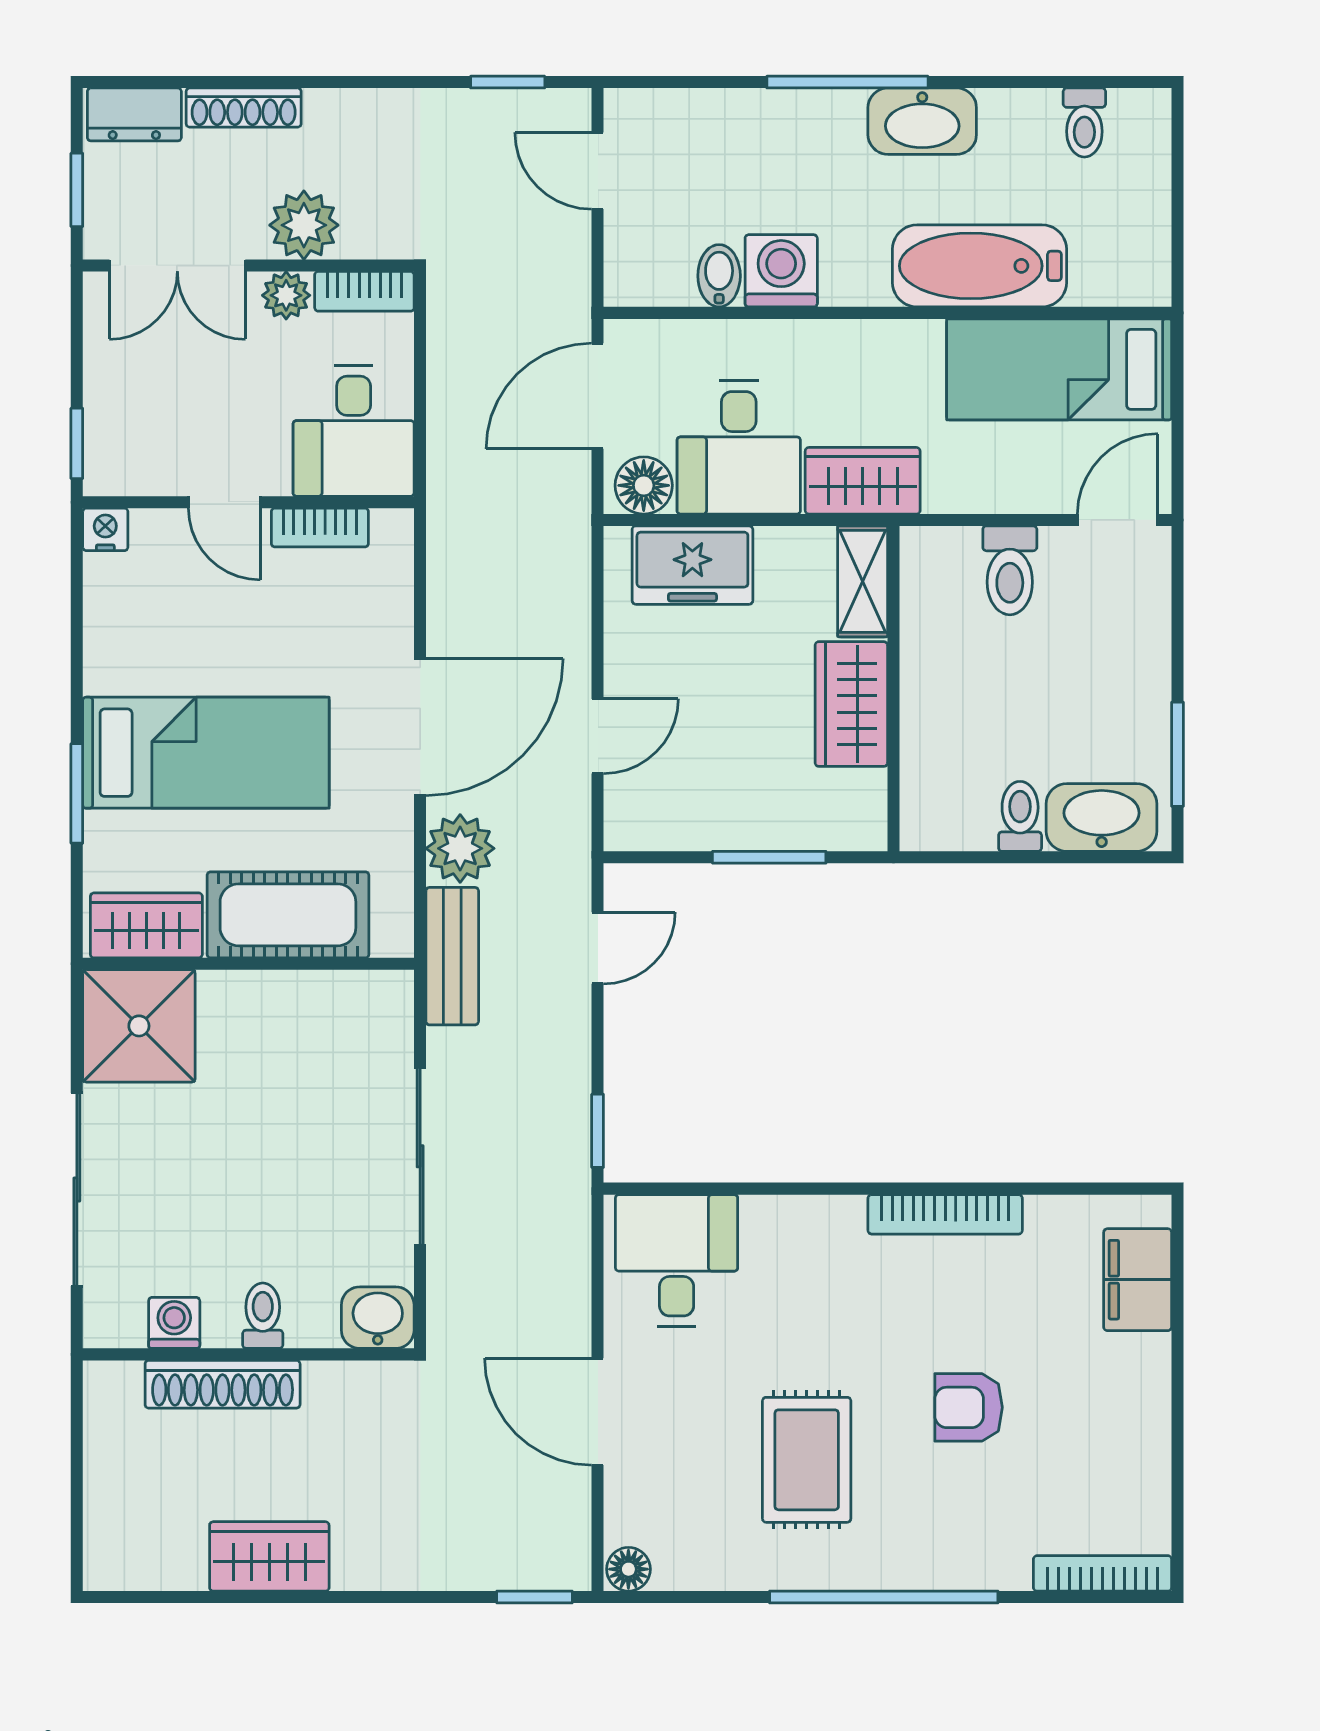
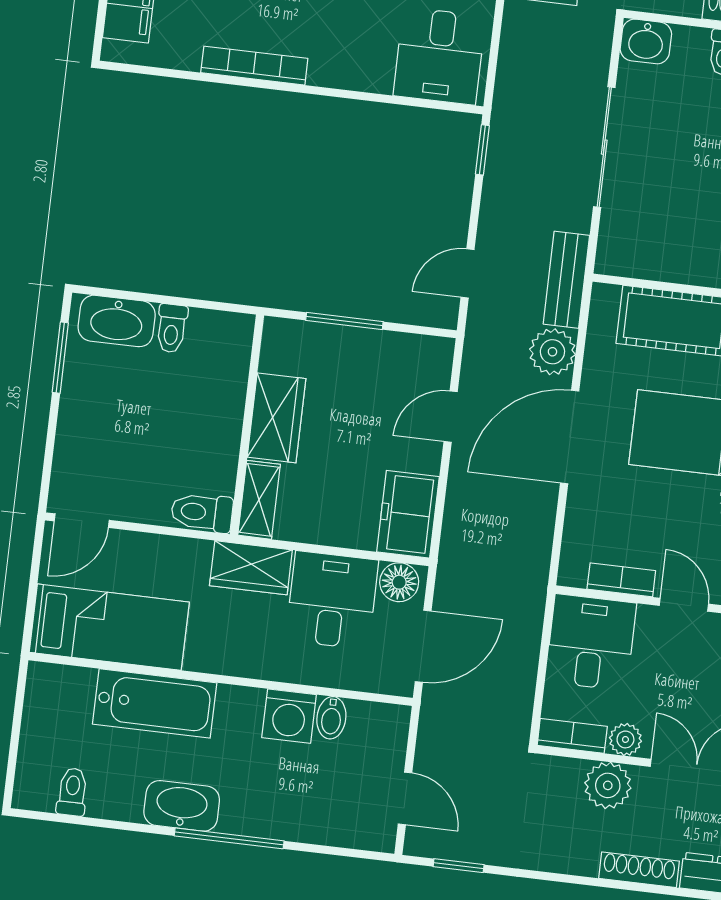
freezer: (692, 565) -> (408, 514), moved, turned -90
toilet: (1010, 570) -> (202, 512), moved, turned -90

